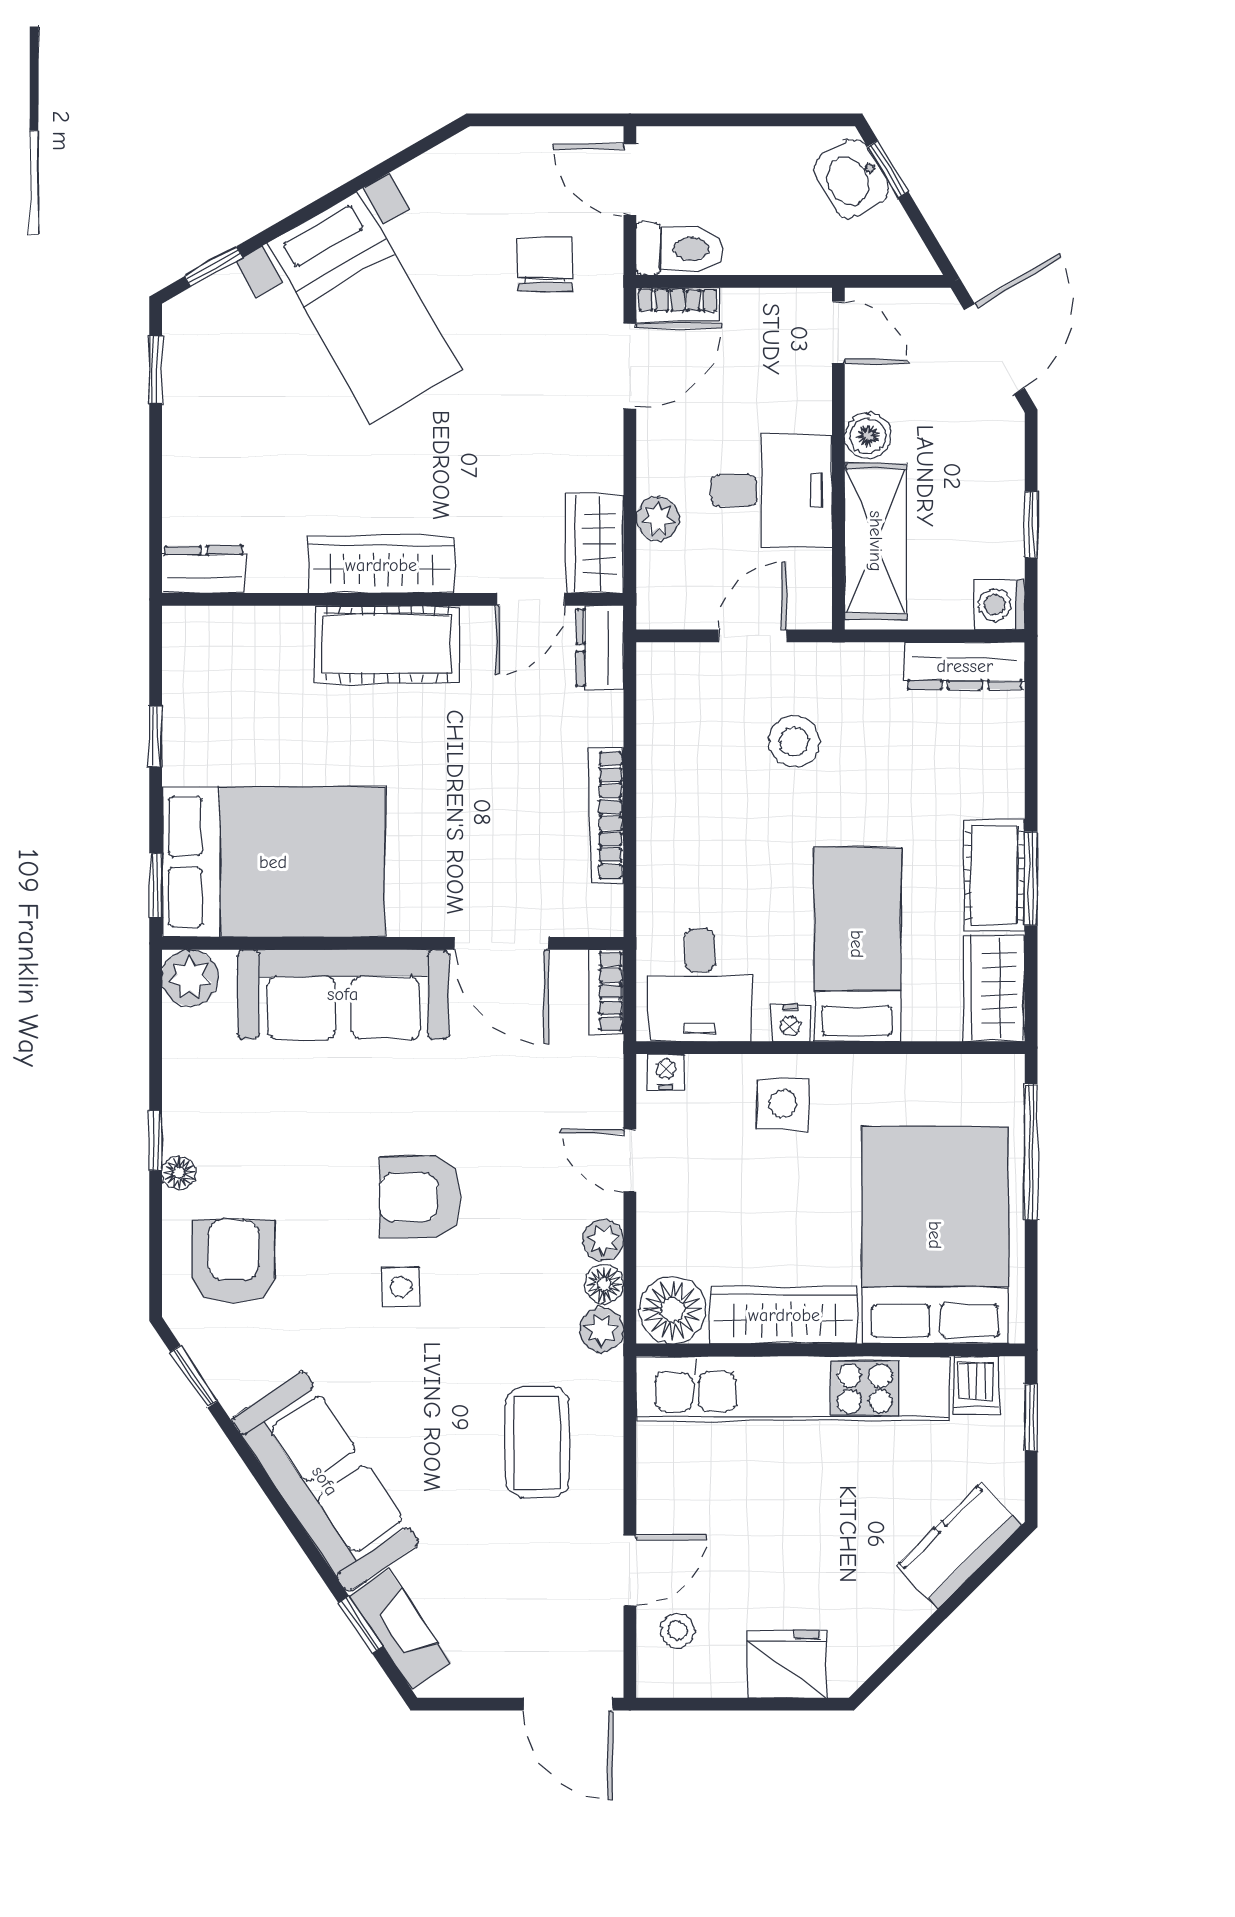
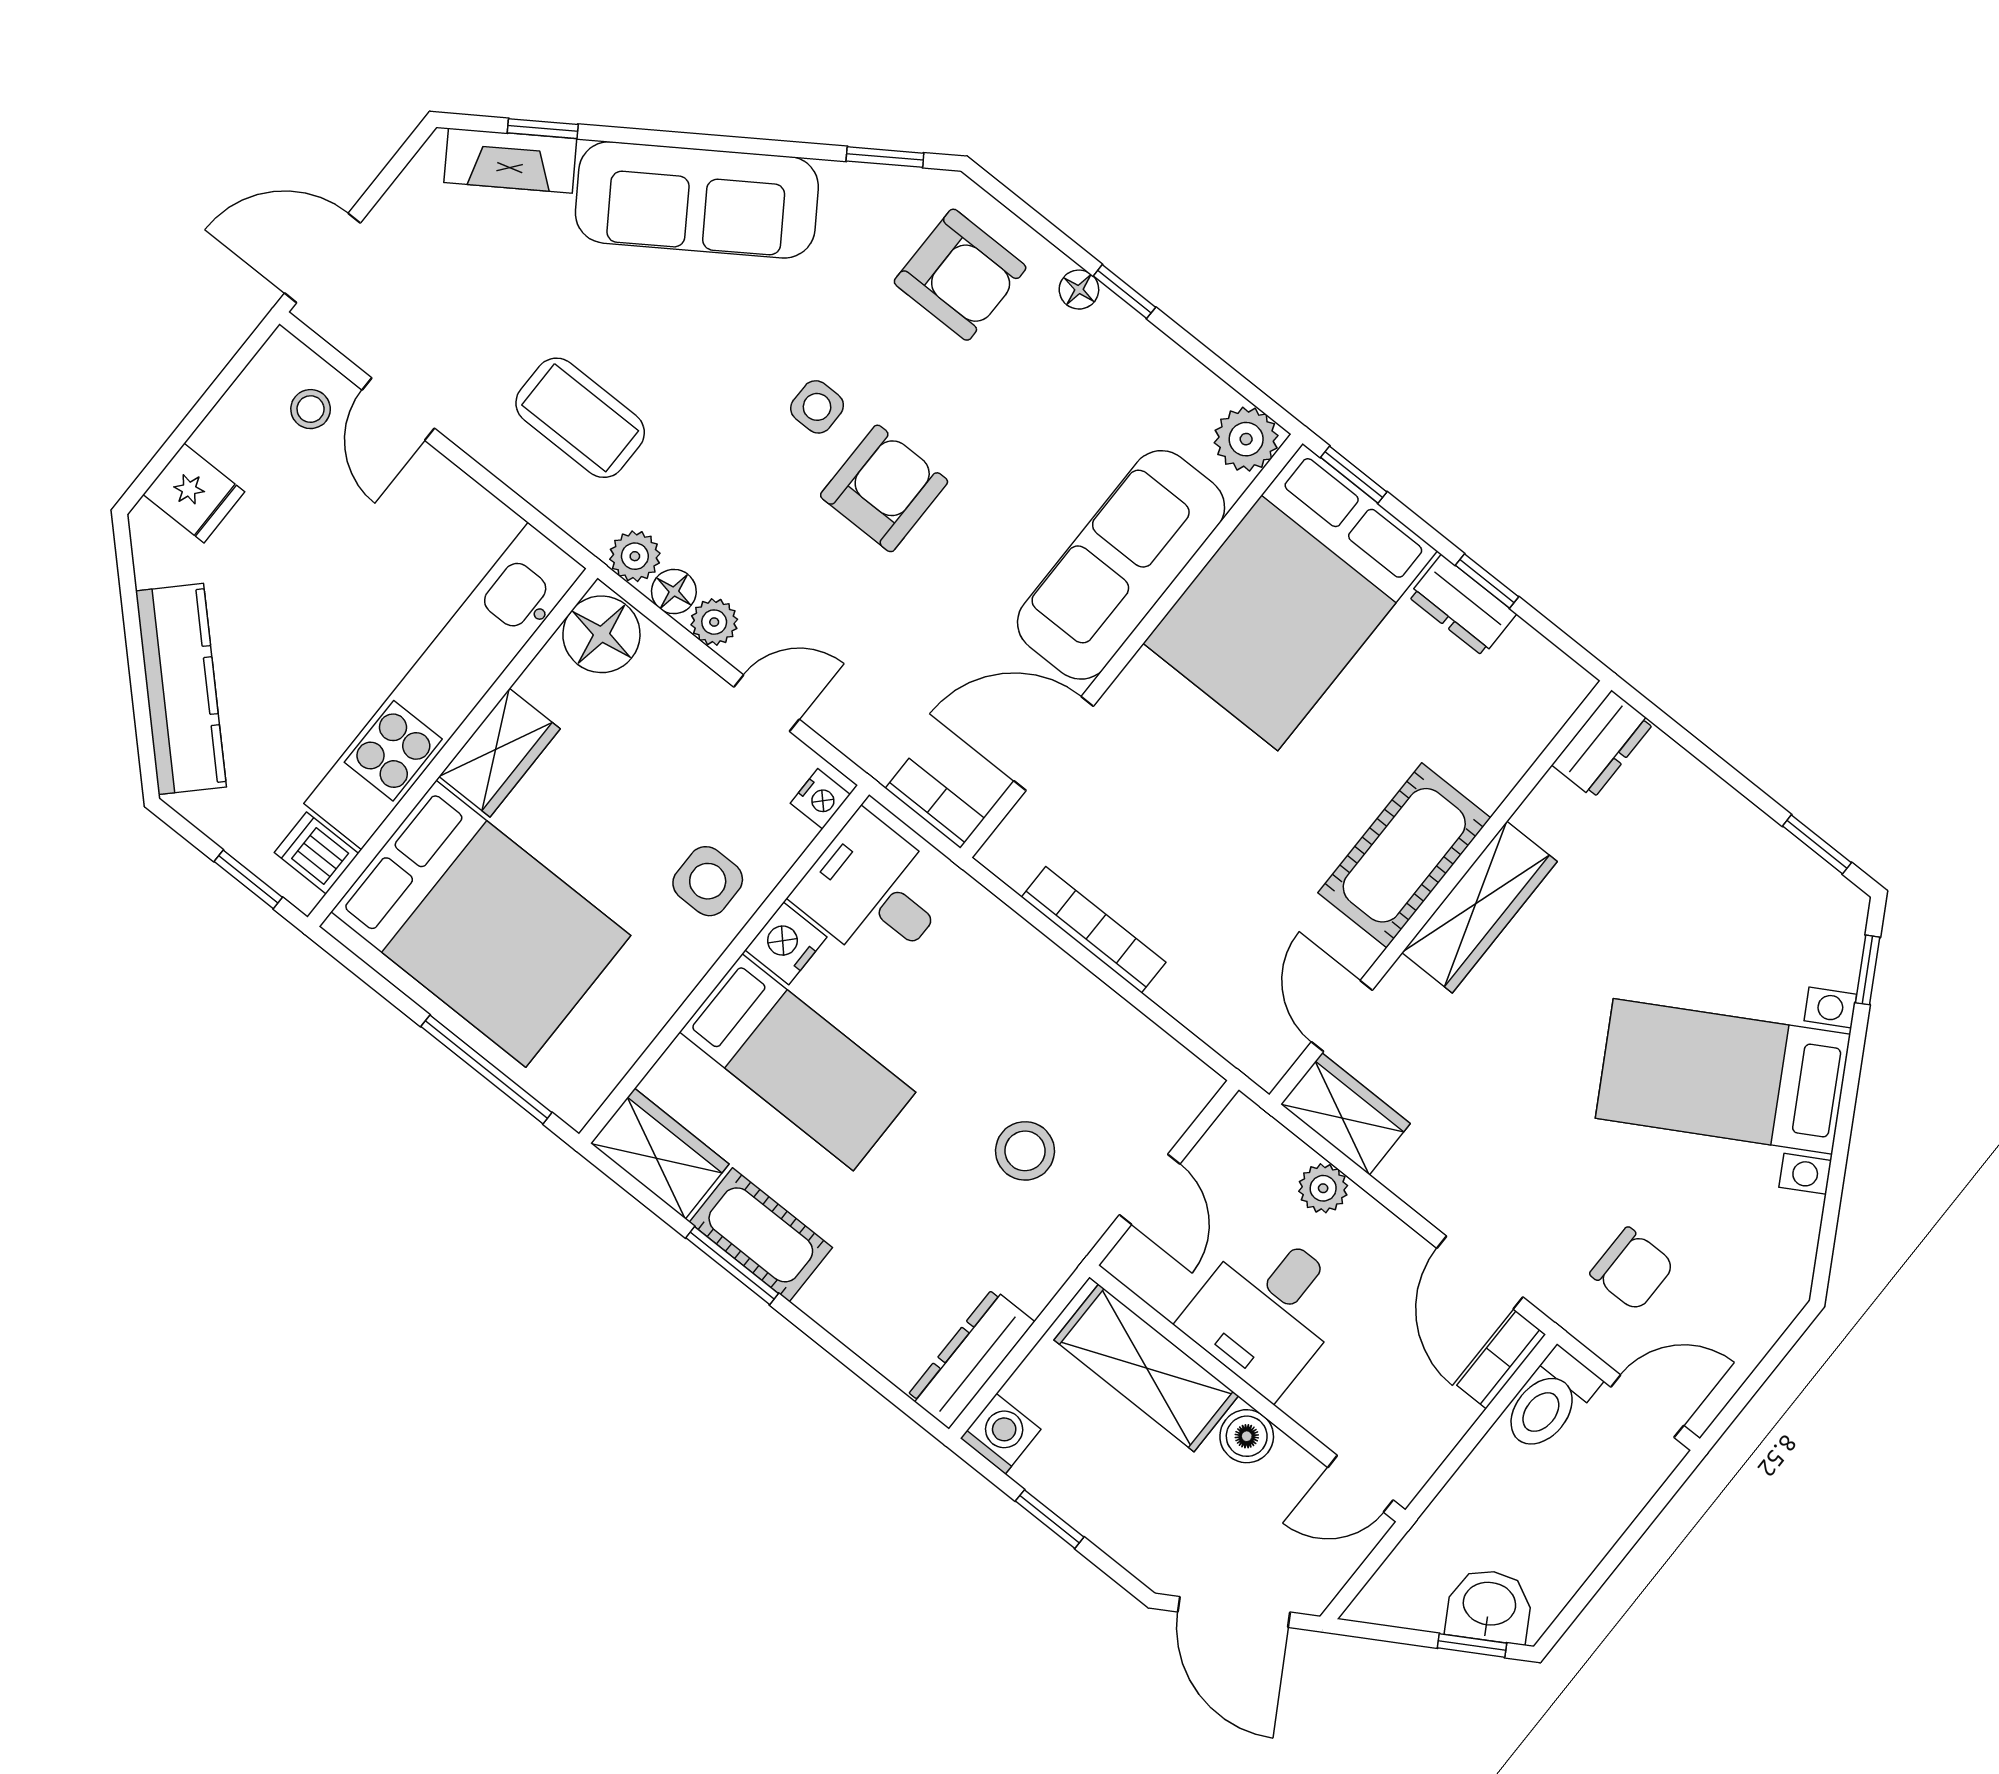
dresser: (600, 648) -> (1462, 605), moved, turned 180
nightstand: (790, 1023) -> (786, 943), width x1.39, depth x1.35
wardrobe: (784, 1315) -> (500, 753), width x0.67
kitchen counter: (959, 1545) -> (181, 689), width x1.50
fridge: (787, 1664) -> (194, 493), width x0.72

